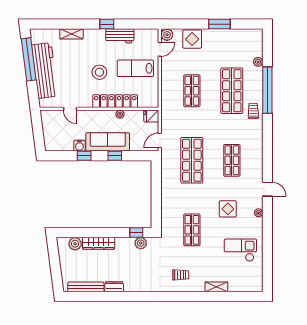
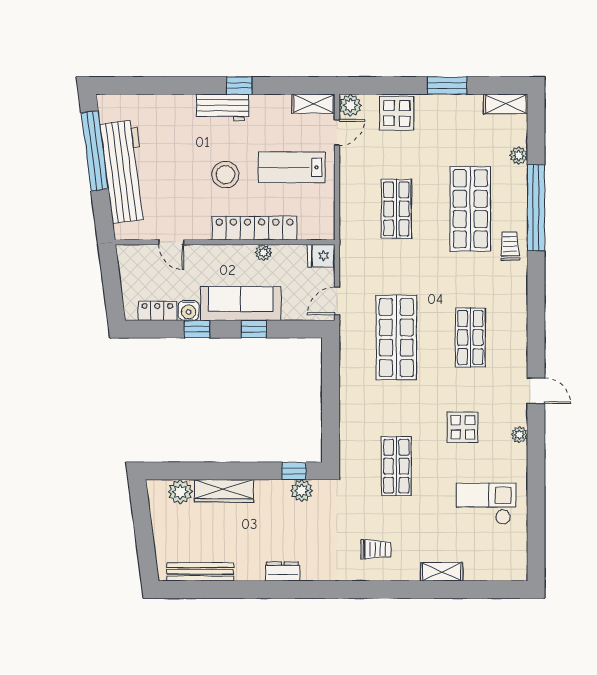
shelving: (71, 34) -> (313, 104), moved
shelving: (251, 34) -> (506, 104), added
workbench: (120, 36) -> (223, 107), moved
locker: (63, 146) -> (157, 311), added
dresser: (114, 287) -> (283, 571), moved

